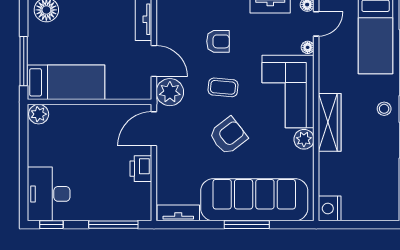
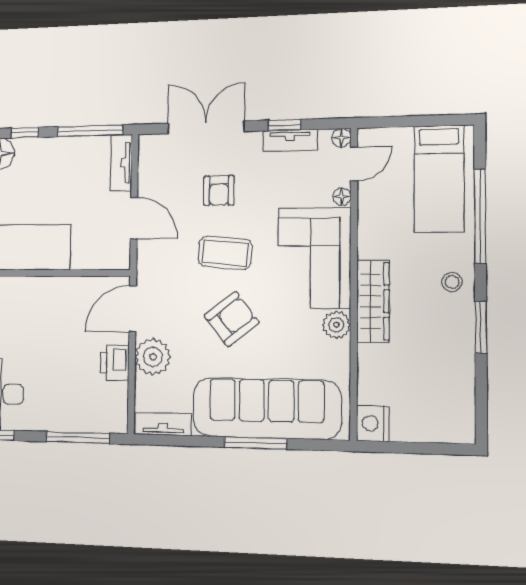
armchair: (218, 41) -> (219, 191), turned 90
coffee table: (223, 87) -> (225, 253), width x1.36, depth x1.30
plant: (170, 92) -> (153, 357), moved

